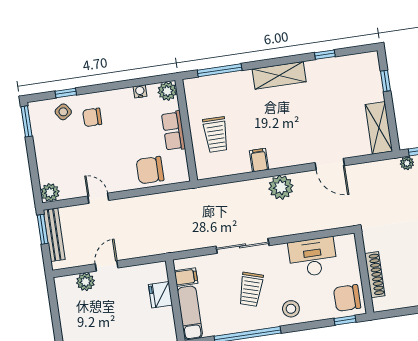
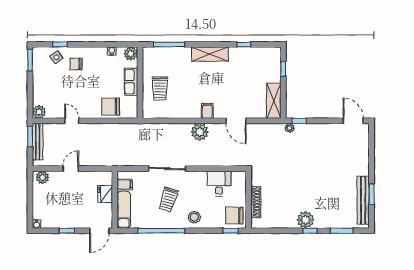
filing cabinet: (259, 160) -> (207, 111), moved
desk: (313, 257) -> (219, 184), width x0.73
plant: (86, 282) -> (43, 177), moved

